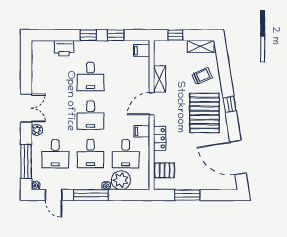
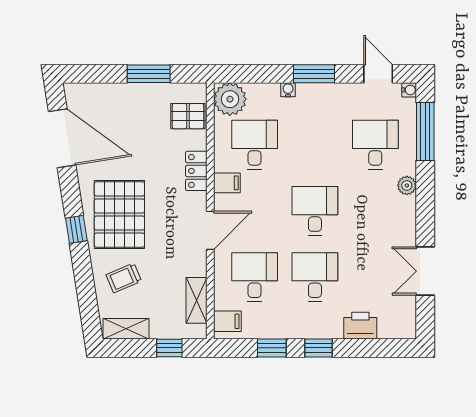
shelving: (160, 79) -> (196, 300), moved
double door: (26, 108) -> (425, 271), moved
desk: (90, 154) -> (255, 277), moved
plant: (121, 180) -> (230, 99), moved
window: (91, 195) -> (314, 74), width x0.69

